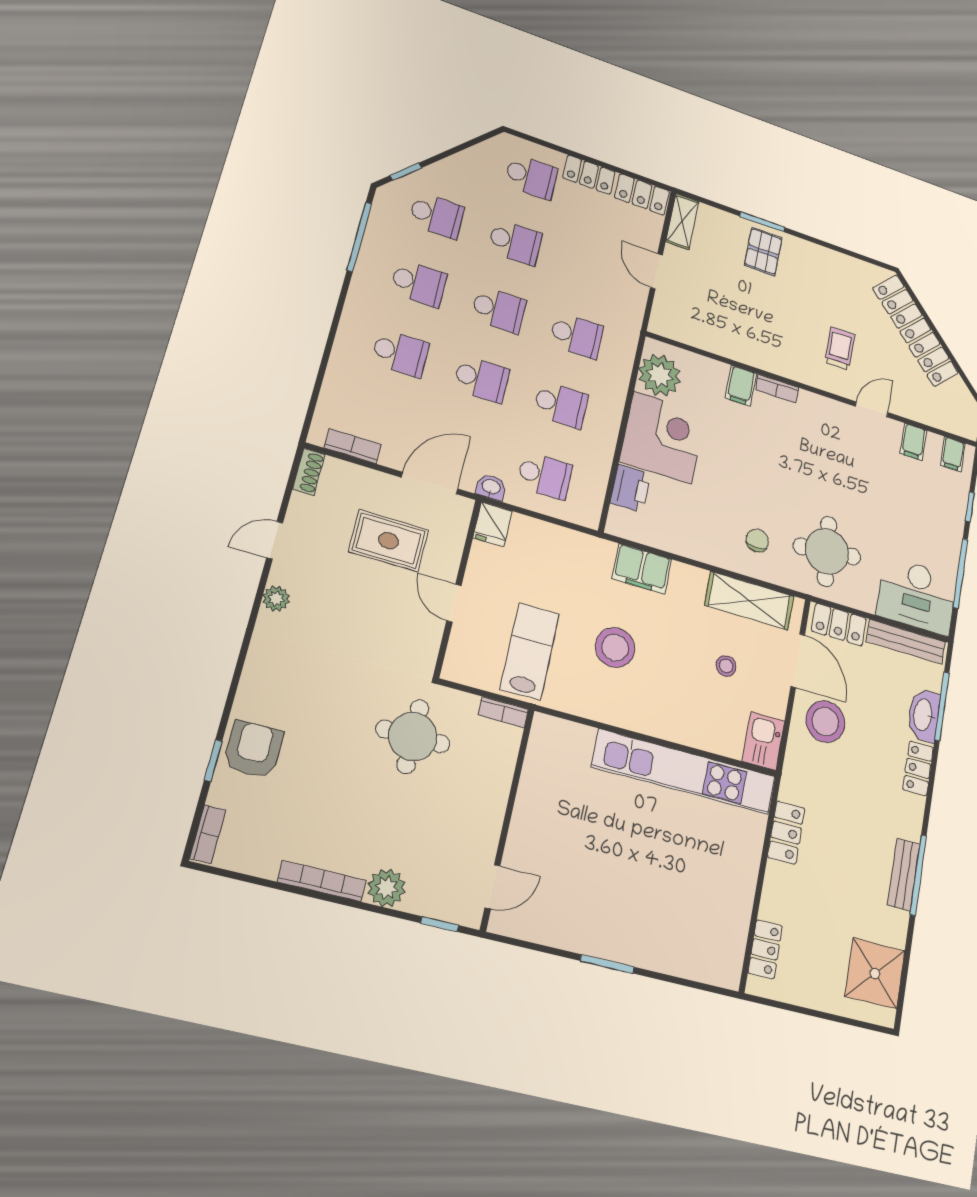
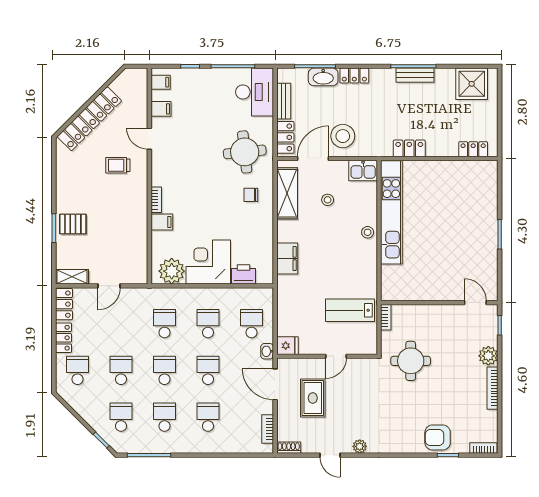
bench: (906, 642) -> (284, 101), width x0.73
stool: (615, 647) -> (368, 232), moved, width x0.53, depth x0.53

